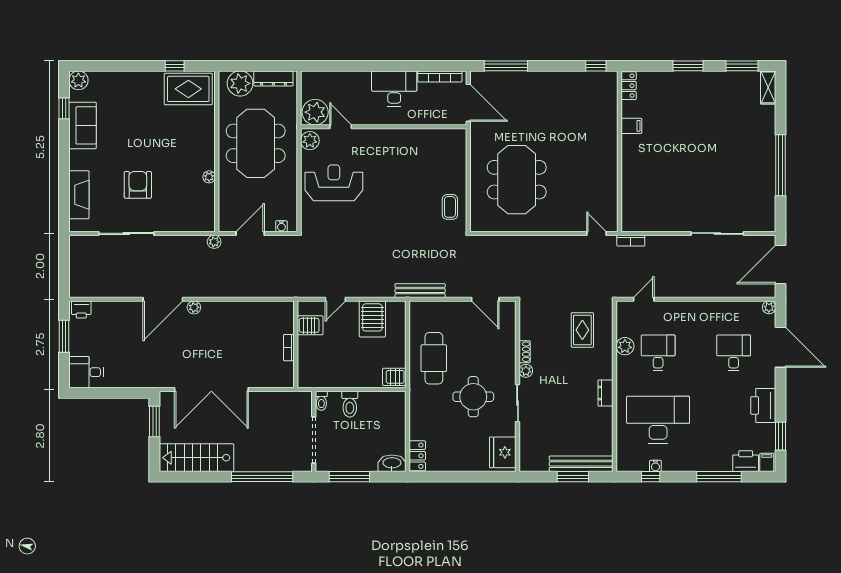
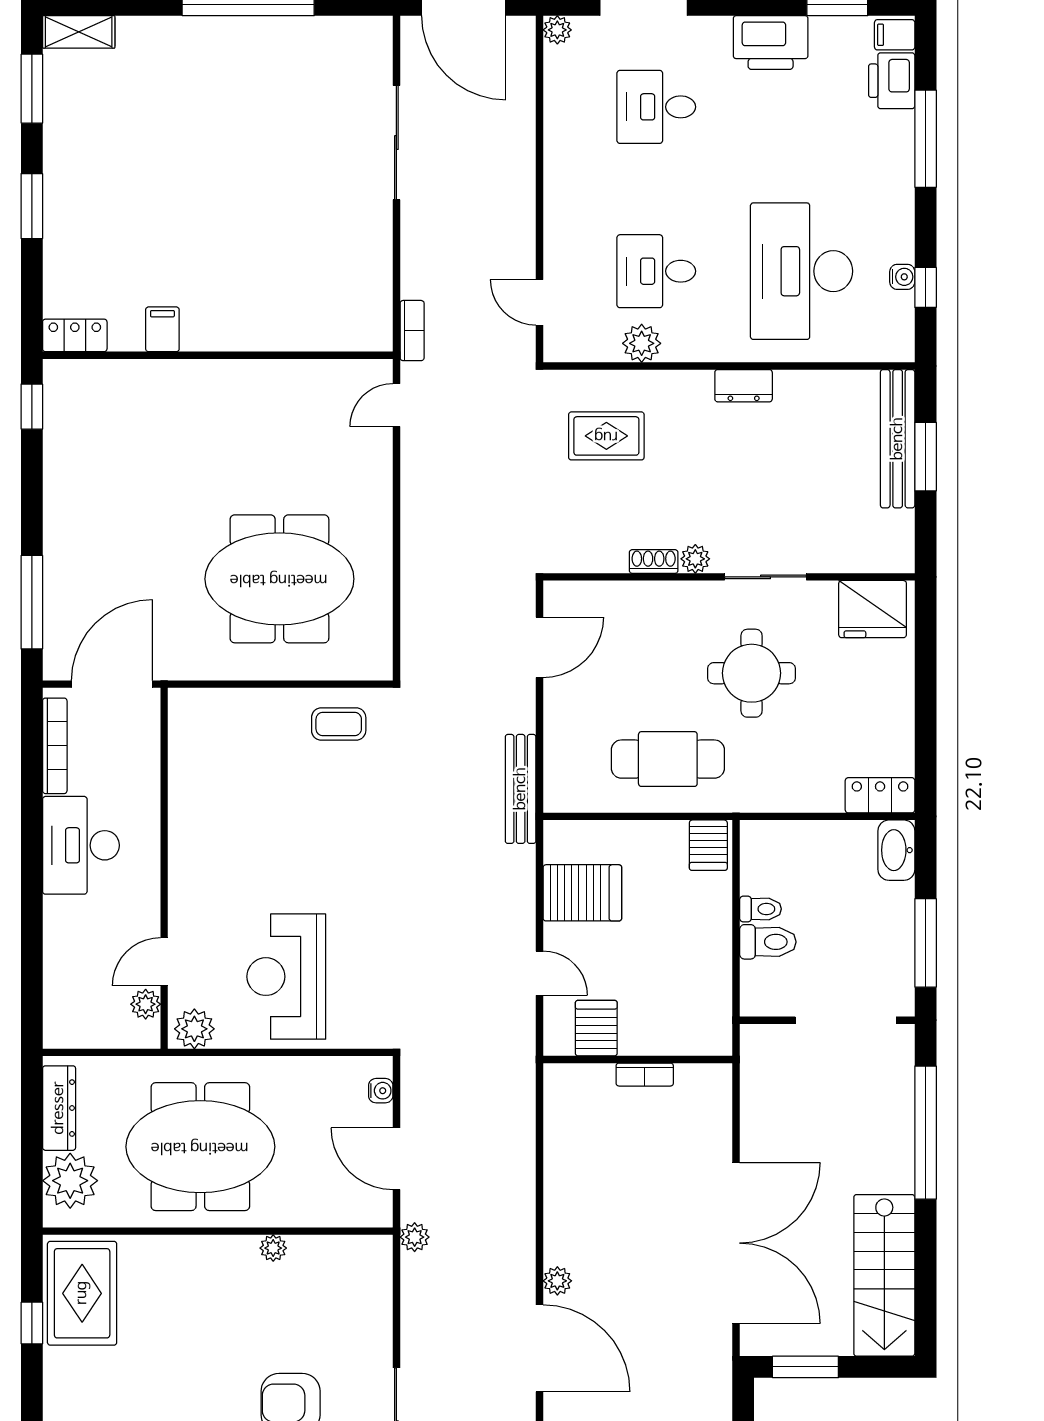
plant: (315, 112) -> (146, 1004), width x0.53, depth x0.53
toilet: (321, 401) -> (761, 909), moved

